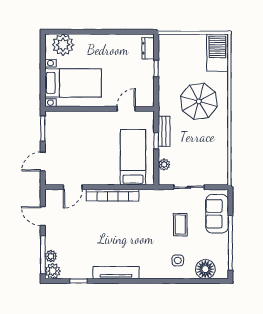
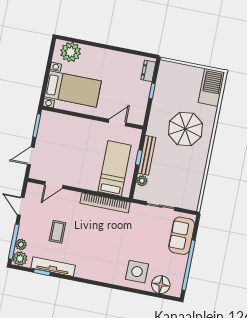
bench: (164, 131) -> (147, 155), width x1.36
bookcase: (113, 195) -> (105, 203), moved
coffee table: (180, 225) -> (57, 232), moved
side table: (178, 260) -> (137, 272), width x1.87, depth x1.87
tv unit: (116, 273) -> (53, 267), moved

